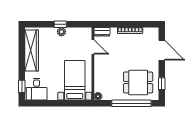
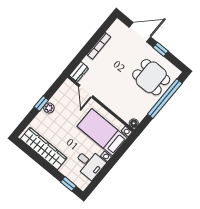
door: (93, 47) -> (86, 91), swing flipped
dining table: (138, 82) -> (151, 77), turned 90
window: (162, 84) -> (161, 49), moved
desk: (37, 89) -> (89, 164), moved

